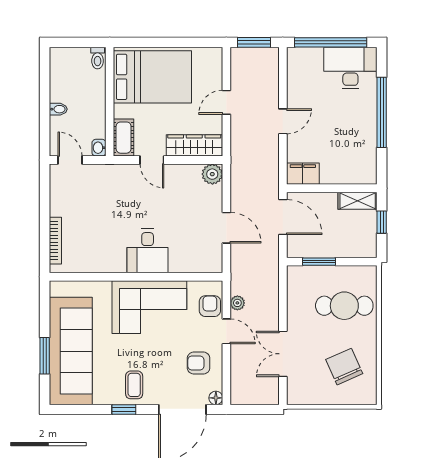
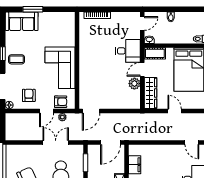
door: (283, 121) -> (192, 143), moved
plant: (212, 174) -> (134, 84), moved
filing cabinet: (303, 174) -> (135, 165), moved
door: (226, 228) -> (91, 111), moved
desk: (148, 251) -> (128, 51), moved, turned 180
sofa: (71, 351) -> (22, 21), width x0.54, depth x0.79
double door: (283, 354) -> (56, 143), moved

